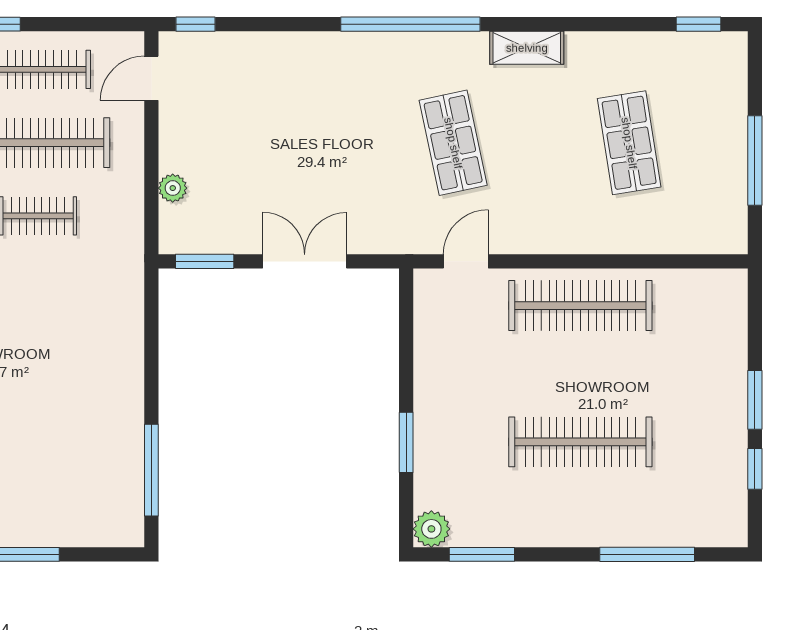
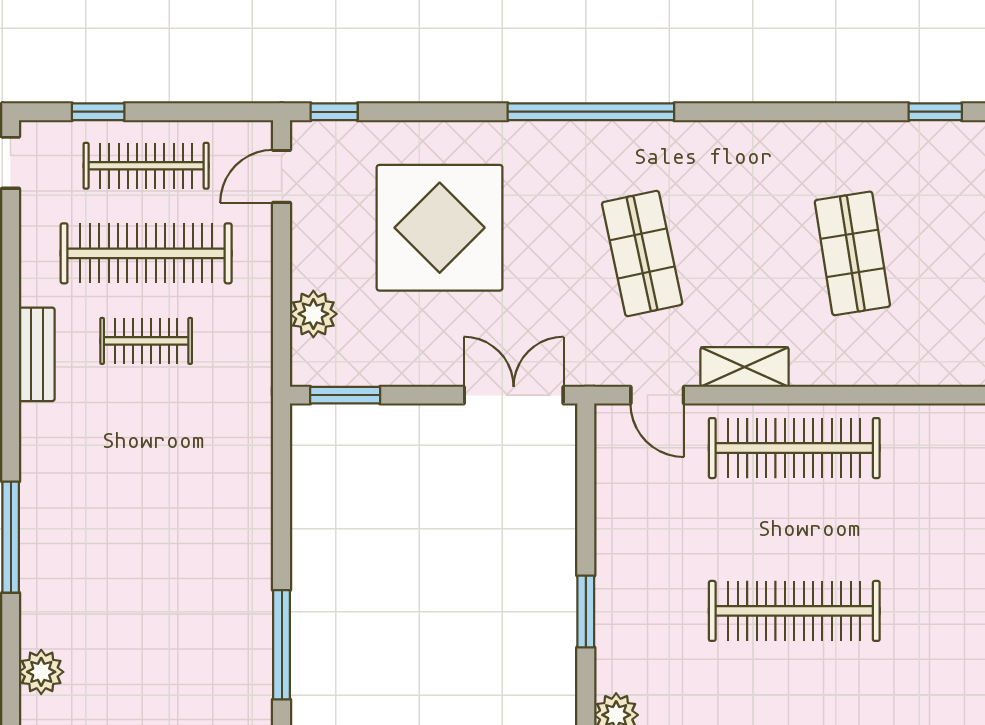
shelving: (527, 48) -> (745, 367), moved
display table: (284, 121) -> (440, 228), added
plant: (173, 188) -> (313, 314), width x1.38, depth x1.38
double door: (305, 261) -> (514, 395), moved
door: (466, 261) -> (657, 395), swing flipped

